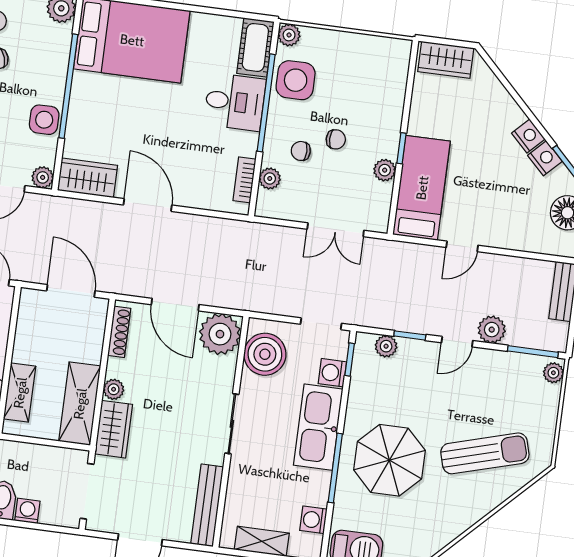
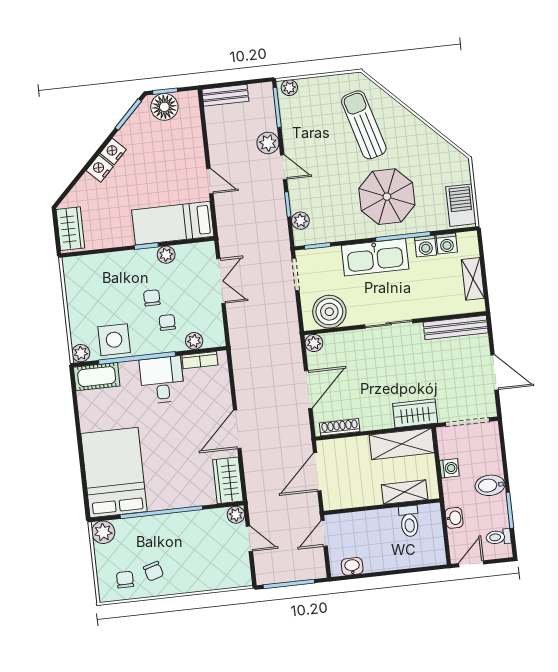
desk: (235, 102) -> (162, 380), moved
side table: (44, 120) -> (191, 524), removed
chair: (301, 151) -> (167, 322), turned 180
nightstand: (545, 158) -> (100, 169), moved
plant: (220, 334) -> (314, 343), width x0.53, depth x0.53
washing machine: (332, 373) -> (426, 246), moved
plant: (114, 389) -> (385, 421), removed
washing machine: (27, 511) -> (449, 468), moved, turned 180

